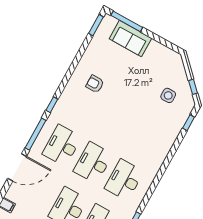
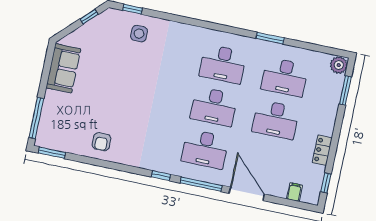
sofa: (130, 39) -> (63, 68), moved
armchair: (95, 84) -> (101, 142), moved
side table: (168, 95) -> (139, 34), moved

